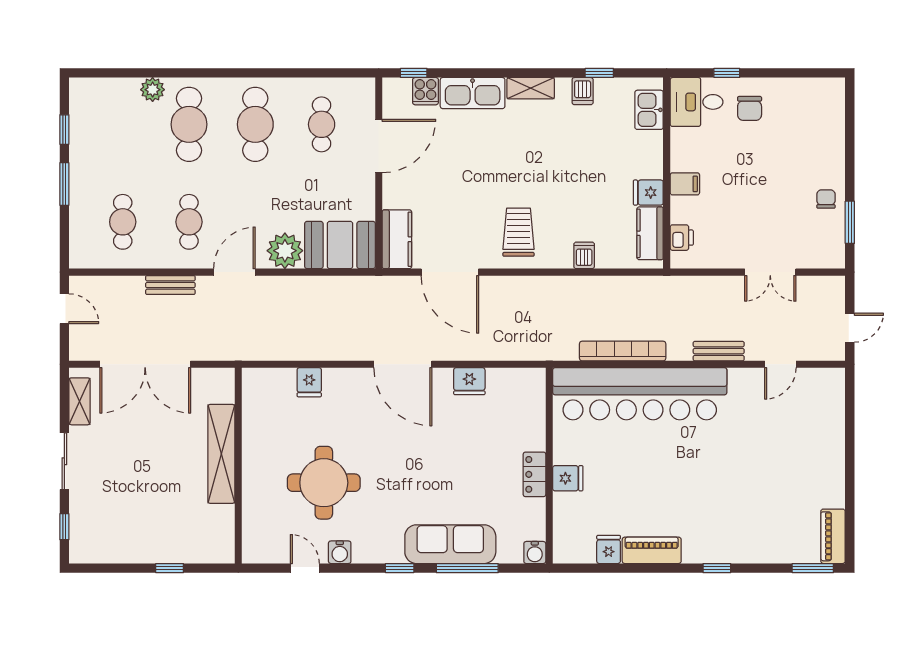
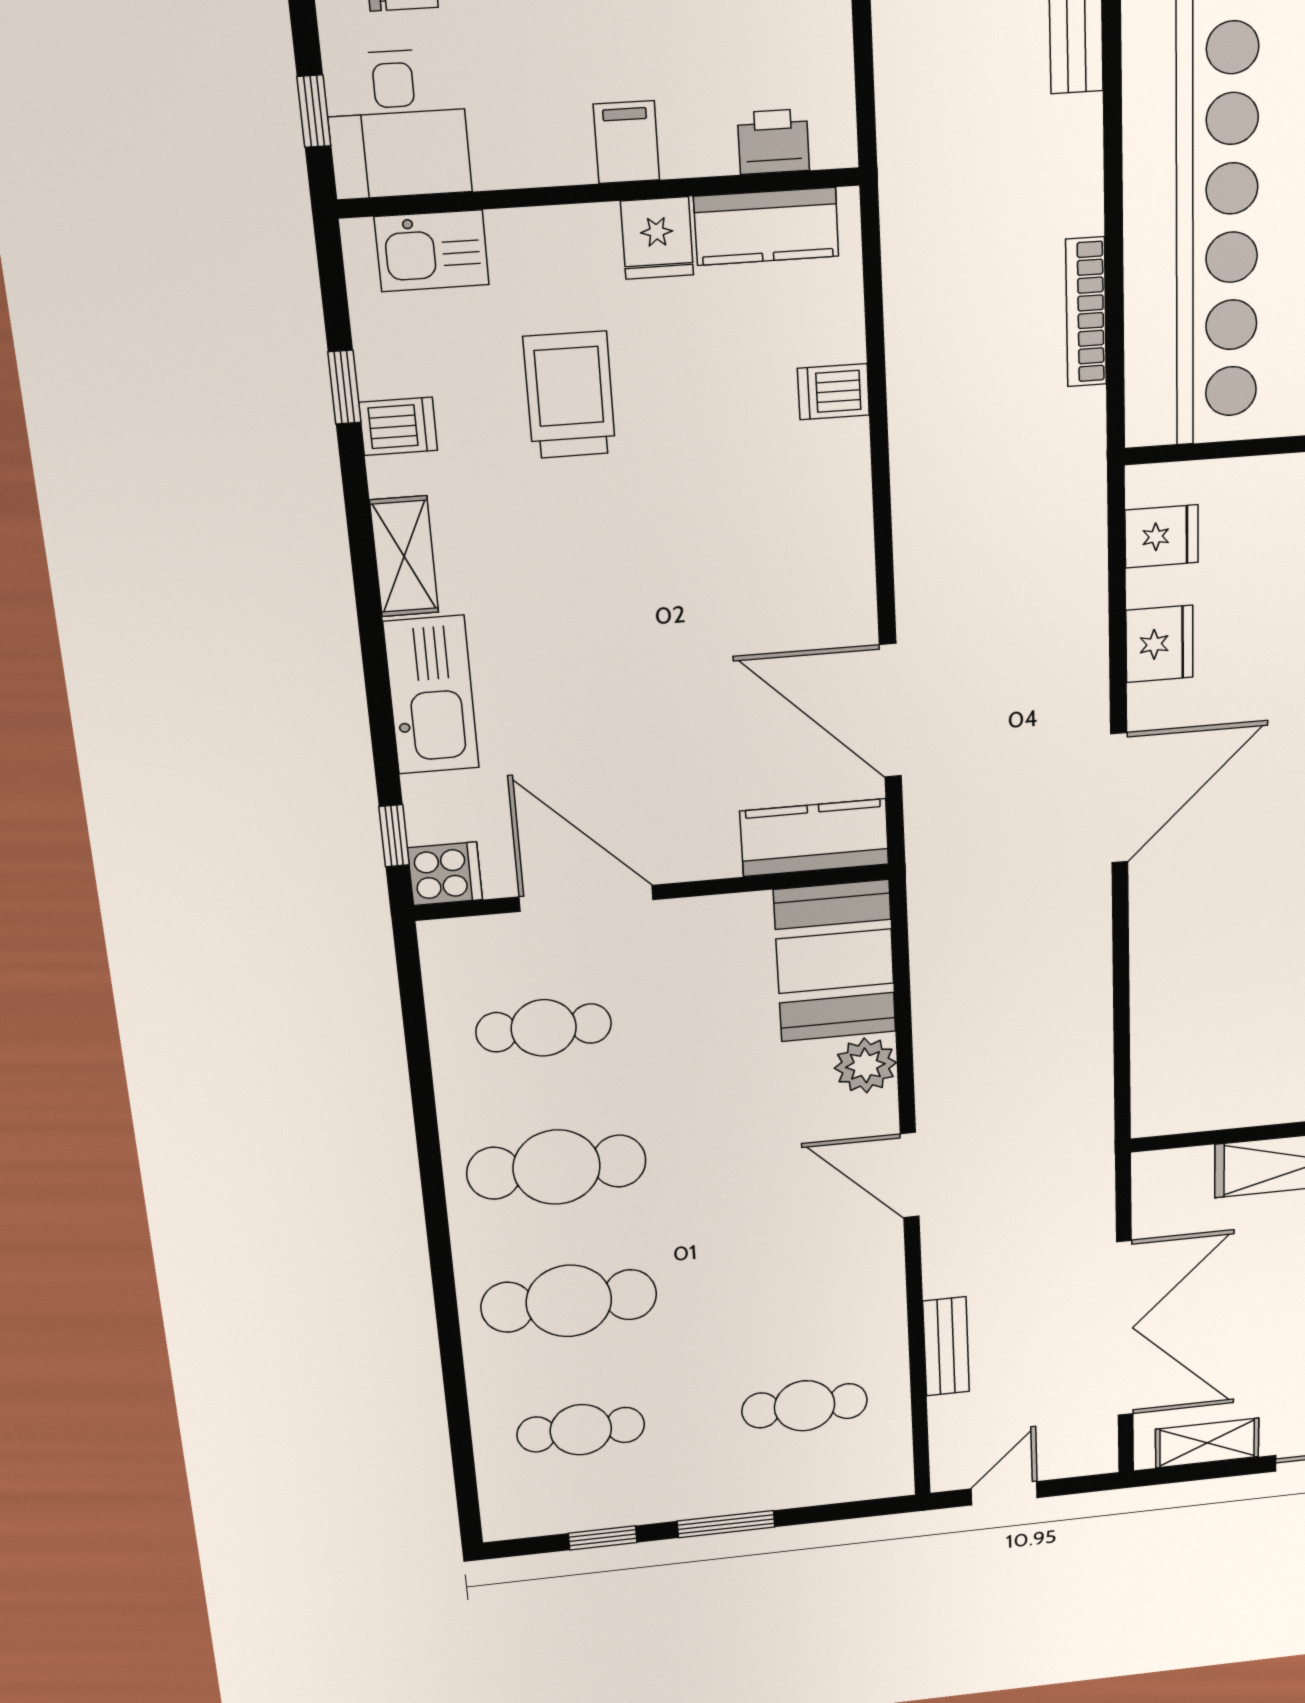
window: (727, 73) -> (314, 111), moved
plant: (153, 90) -> (494, 1381), removed
cooker: (425, 91) -> (445, 874), moved
cafe table: (189, 222) -> (581, 1430), moved
trolley: (518, 232) -> (570, 395), moved, turned 90
plant: (285, 251) -> (865, 1065), width x0.73, depth x0.73
door: (450, 272) -> (890, 711), swing flipped
bench: (170, 285) -> (946, 1346), moved
bookcase: (623, 351) -> (1086, 312), width x0.68, depth x0.76
fridge: (309, 382) -> (1162, 536), moved

